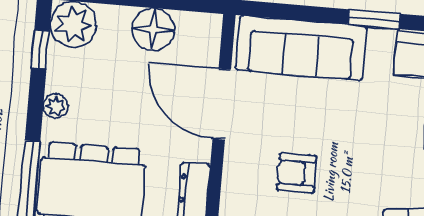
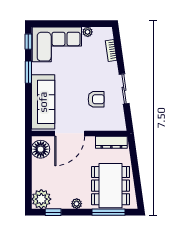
floor lamp: (153, 29) -> (41, 149), moved
armchair: (297, 173) -> (96, 99), turned -90

